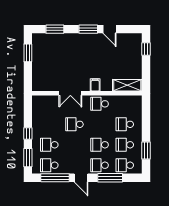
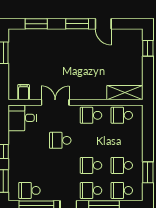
filing cabinet: (95, 85) -> (24, 92), moved
double door: (70, 93) -> (55, 102), swing flipped
desk: (43, 106) -> (22, 118), added
school desk: (125, 124) -> (122, 115), moved
school desk: (49, 145) -> (29, 165), removed

